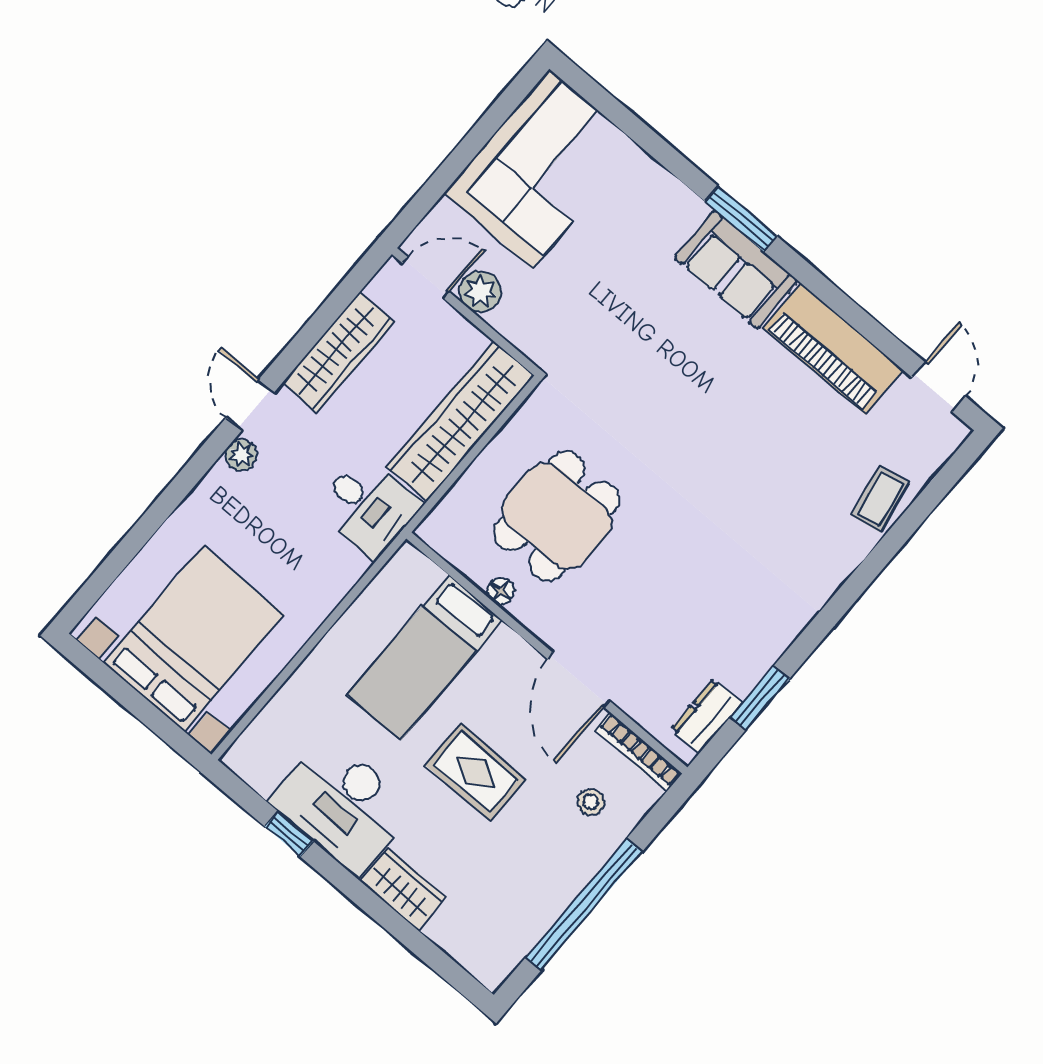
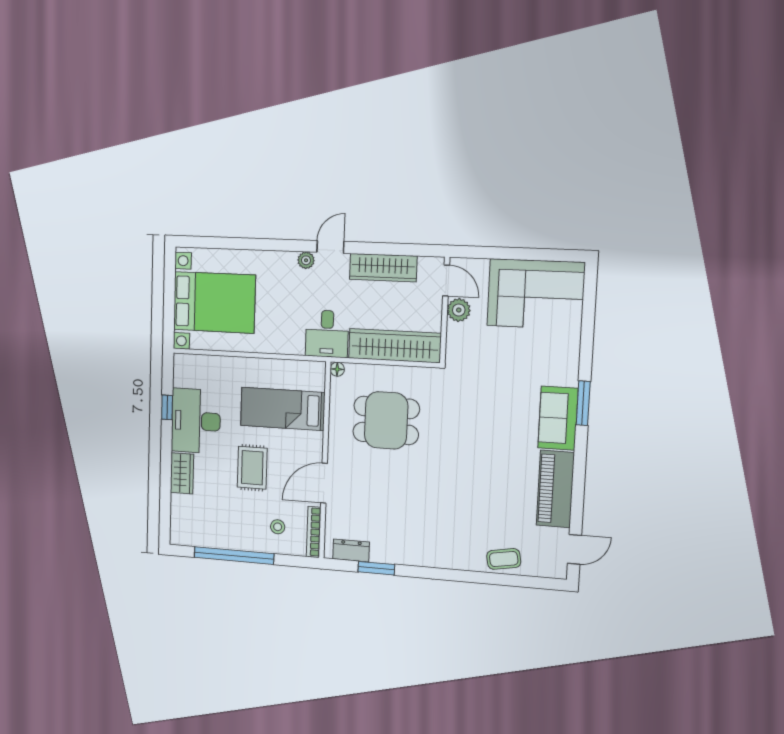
floor lamp: (500, 591) -> (337, 369), moved

